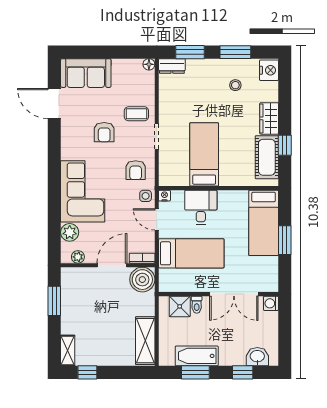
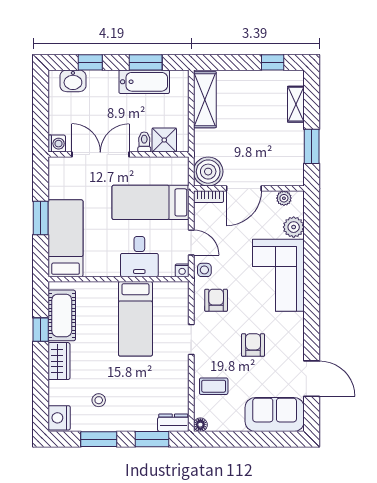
coffee table: (136, 114) -> (214, 386), moved
shelving: (68, 351) -> (296, 104), moved

